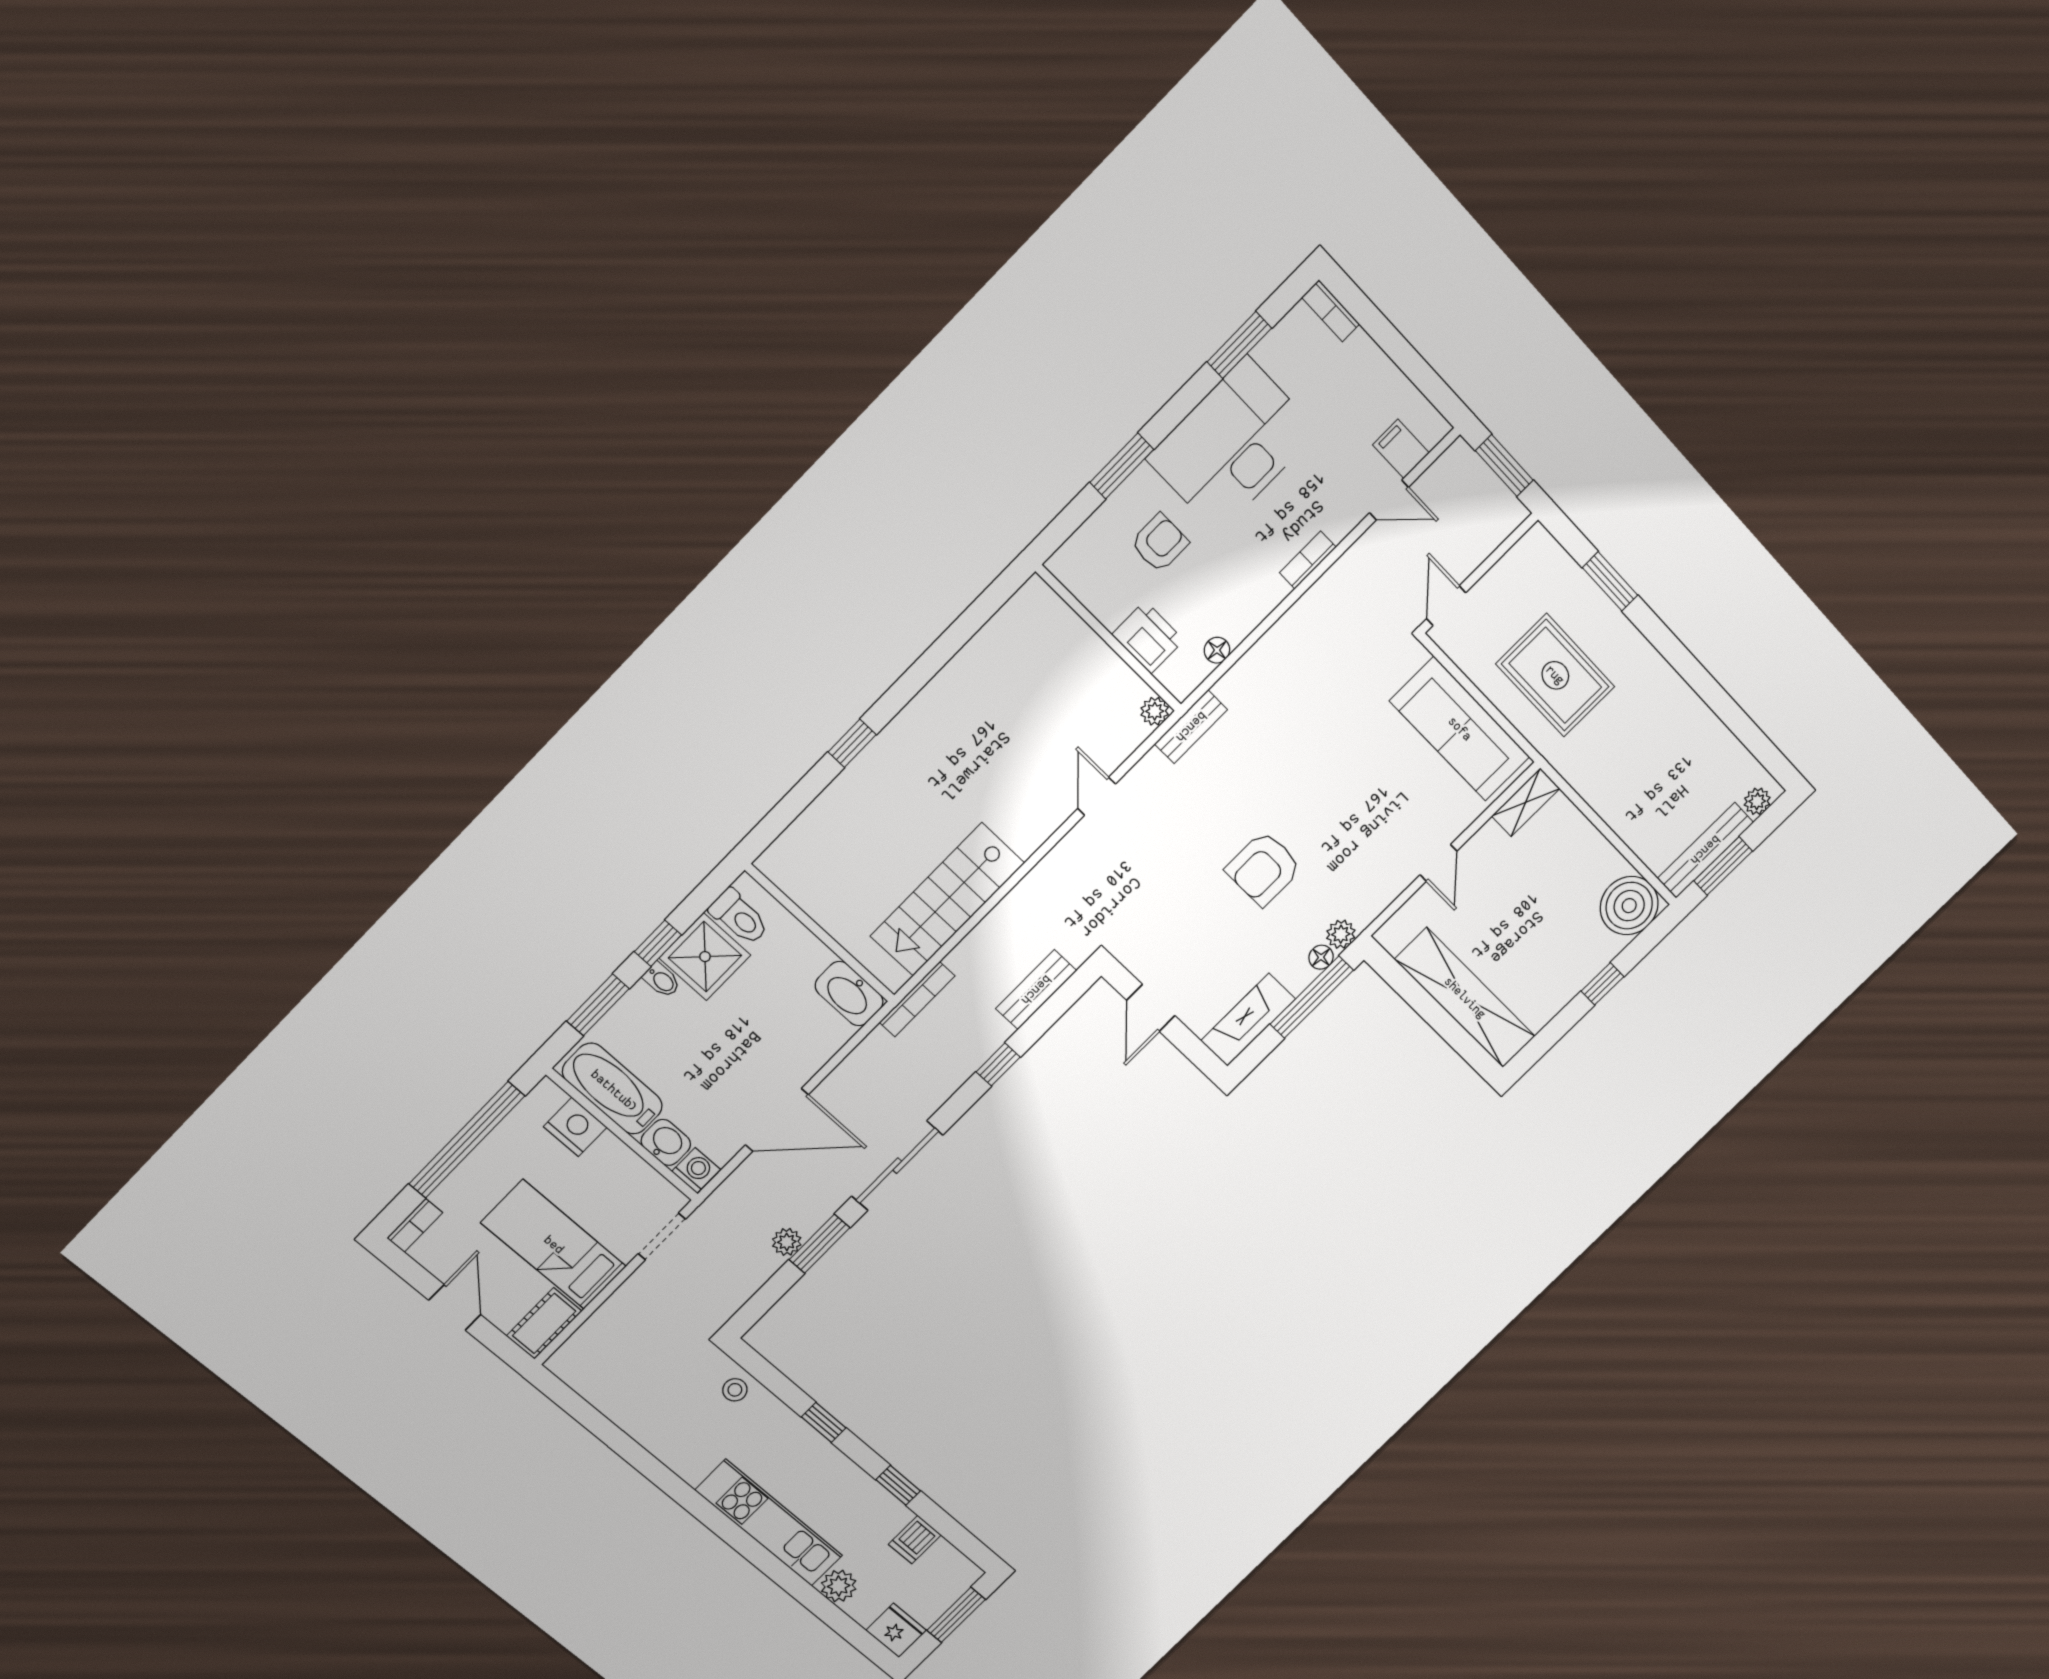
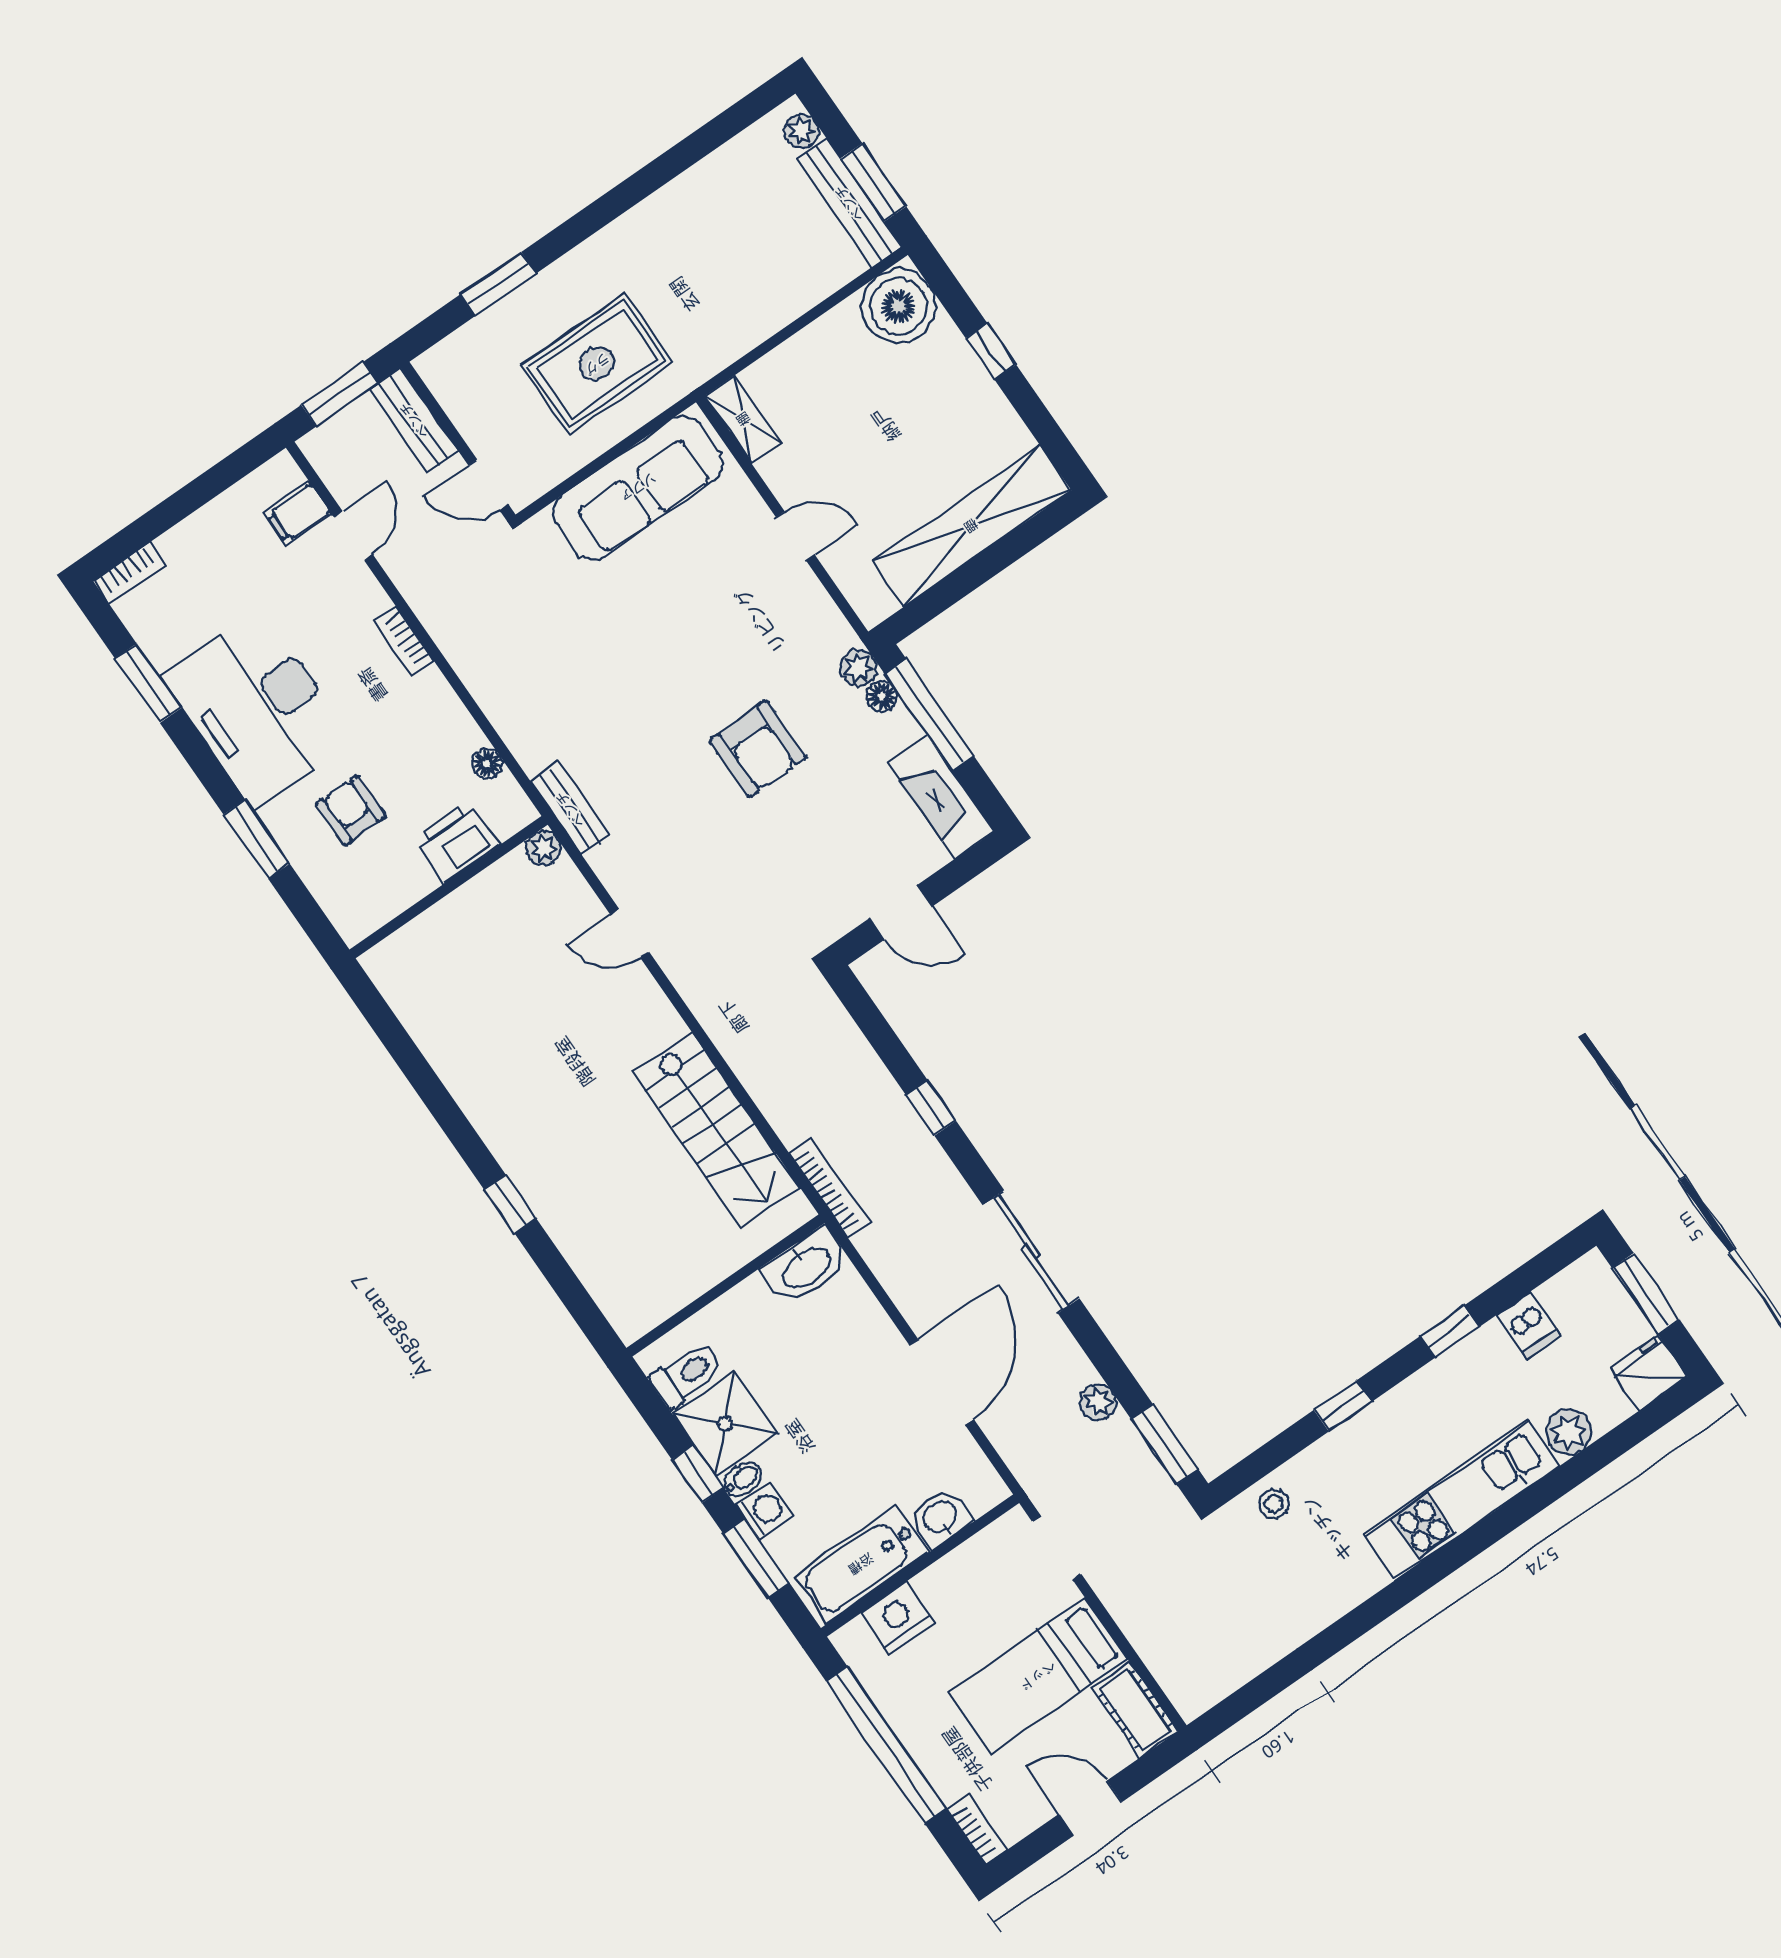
bench: (1036, 990) -> (414, 420), moved
washing machine: (696, 1170) -> (764, 1511), moved, turned 90
window: (819, 1244) -> (1165, 1444), moved

